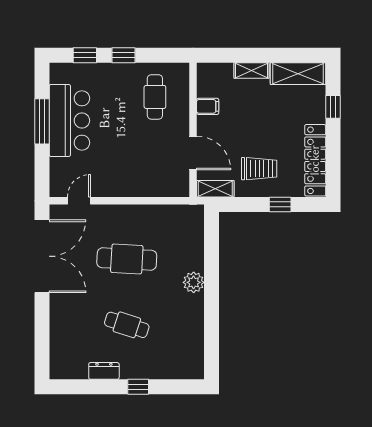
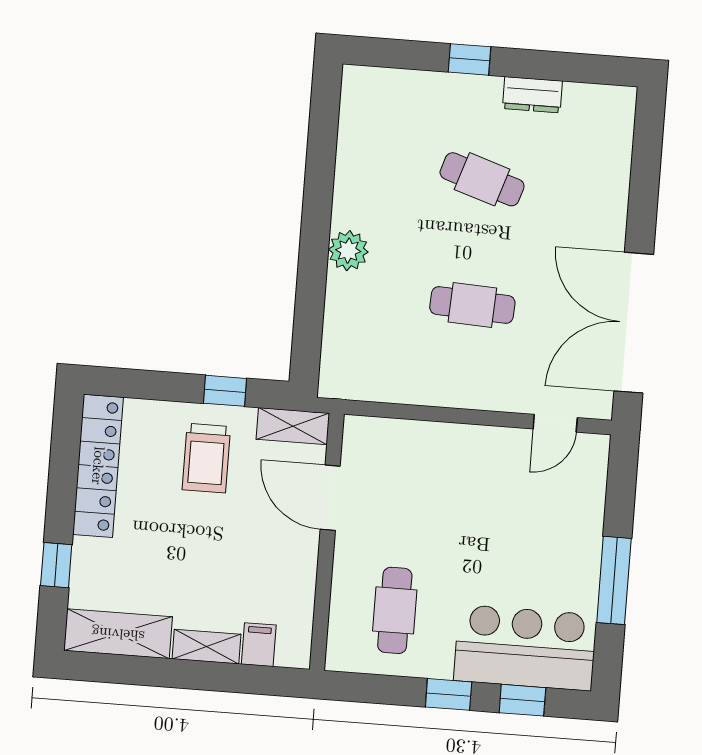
filing cabinet: (208, 106) -> (259, 645), moved, turned 90
bar counter: (69, 121) -> (525, 648), moved, turned 90
trolley: (259, 169) -> (206, 458), turned -90
window: (280, 204) -> (225, 391), moved
cafe table: (127, 259) -> (472, 305), width x0.73, depth x0.74

